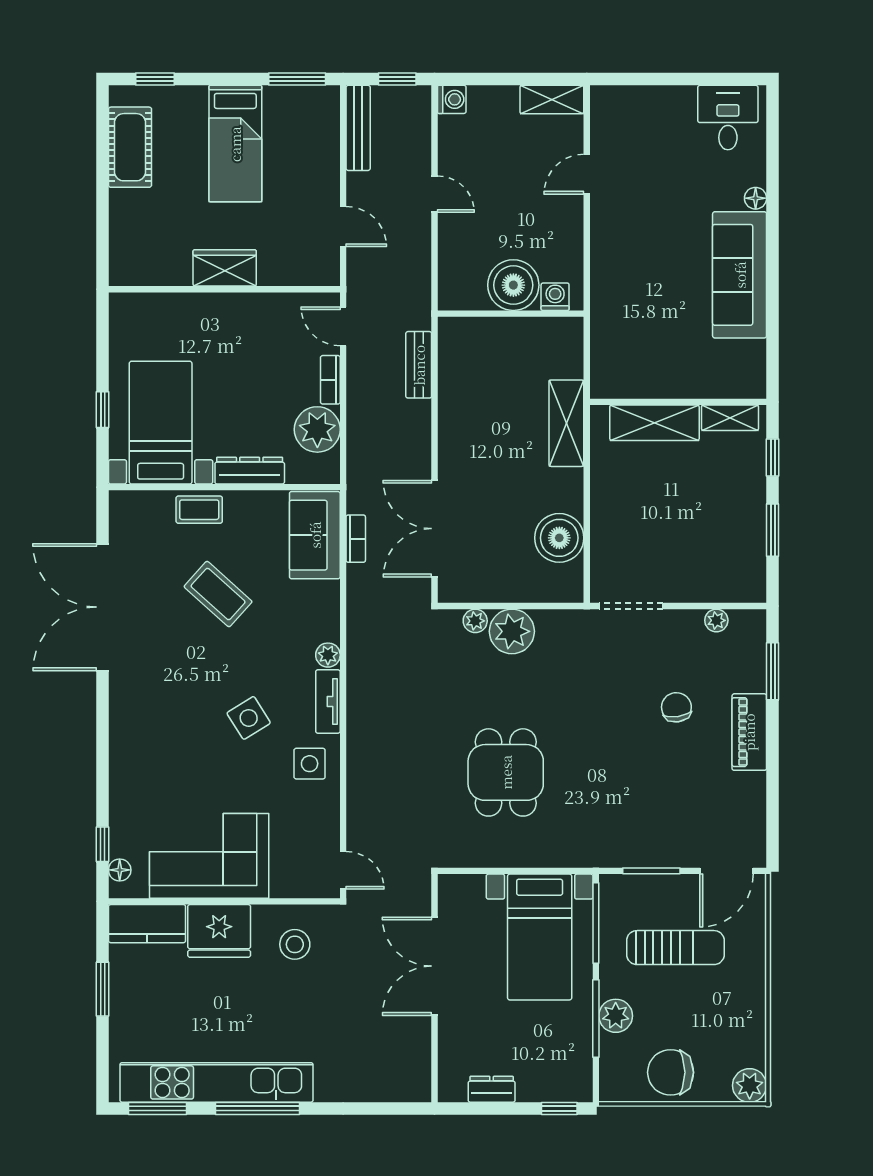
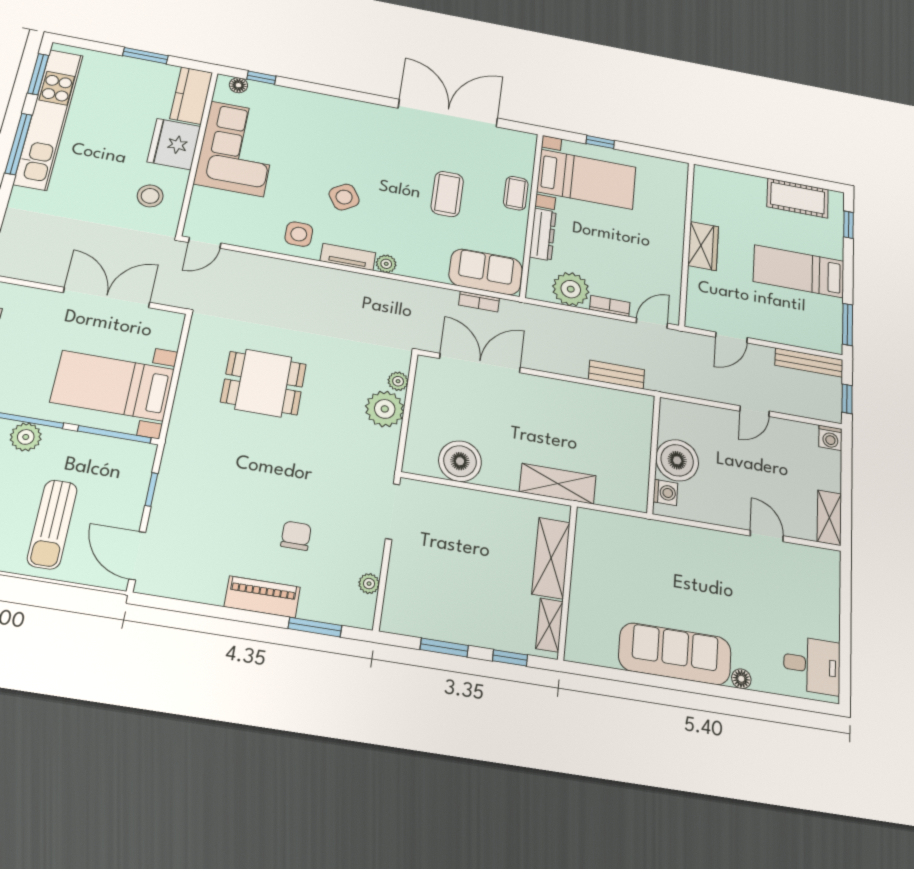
coffee table: (218, 594) -> (447, 194), turned -42
chair: (676, 707) -> (296, 536), turned -82
window: (651, 871) -> (151, 489), width x0.67
sun lounger: (675, 948) -> (52, 524), moved

